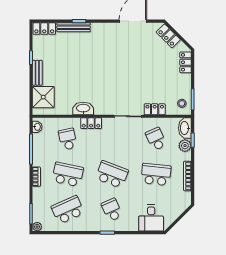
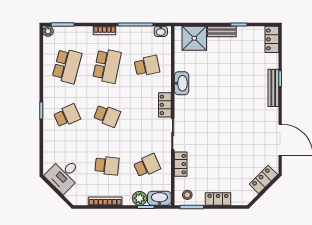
bench: (74, 27) -> (273, 88), moved
locker: (186, 62) -> (218, 199), moved
locker: (91, 123) -> (165, 105), moved
school desk: (112, 174) -> (107, 116), width x0.54
school desk: (156, 174) -> (107, 166), width x0.54
school desk: (68, 210) -> (67, 66), turned 39
desk: (151, 218) -> (64, 175), moved, turned -45

